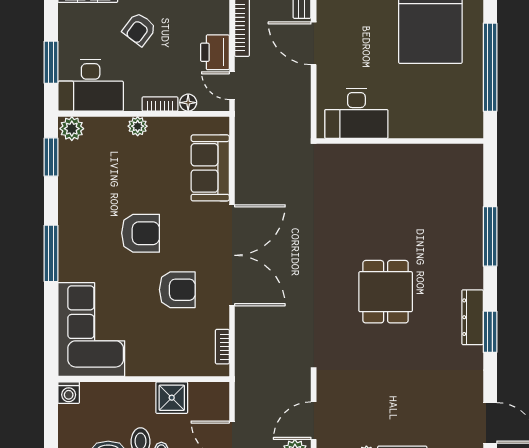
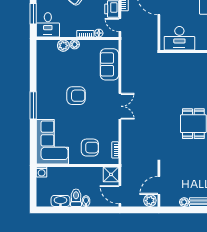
desk: (91, 85) -> (48, 25), width x0.73
plant: (72, 129) -> (63, 46), moved
window: (51, 157) -> (33, 59), removed
double door: (232, 255) -> (120, 106), width x0.54
armchair: (177, 290) -> (90, 148), moved
shower: (172, 398) -> (111, 174), moved

